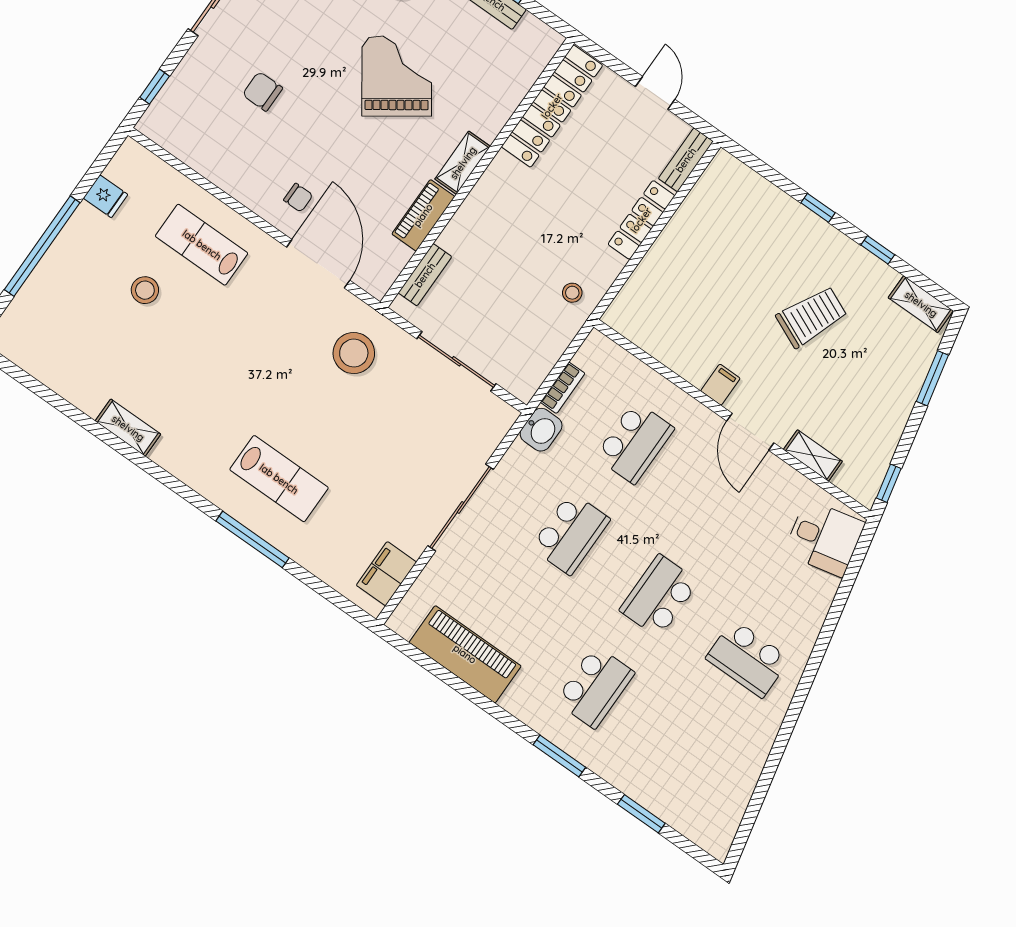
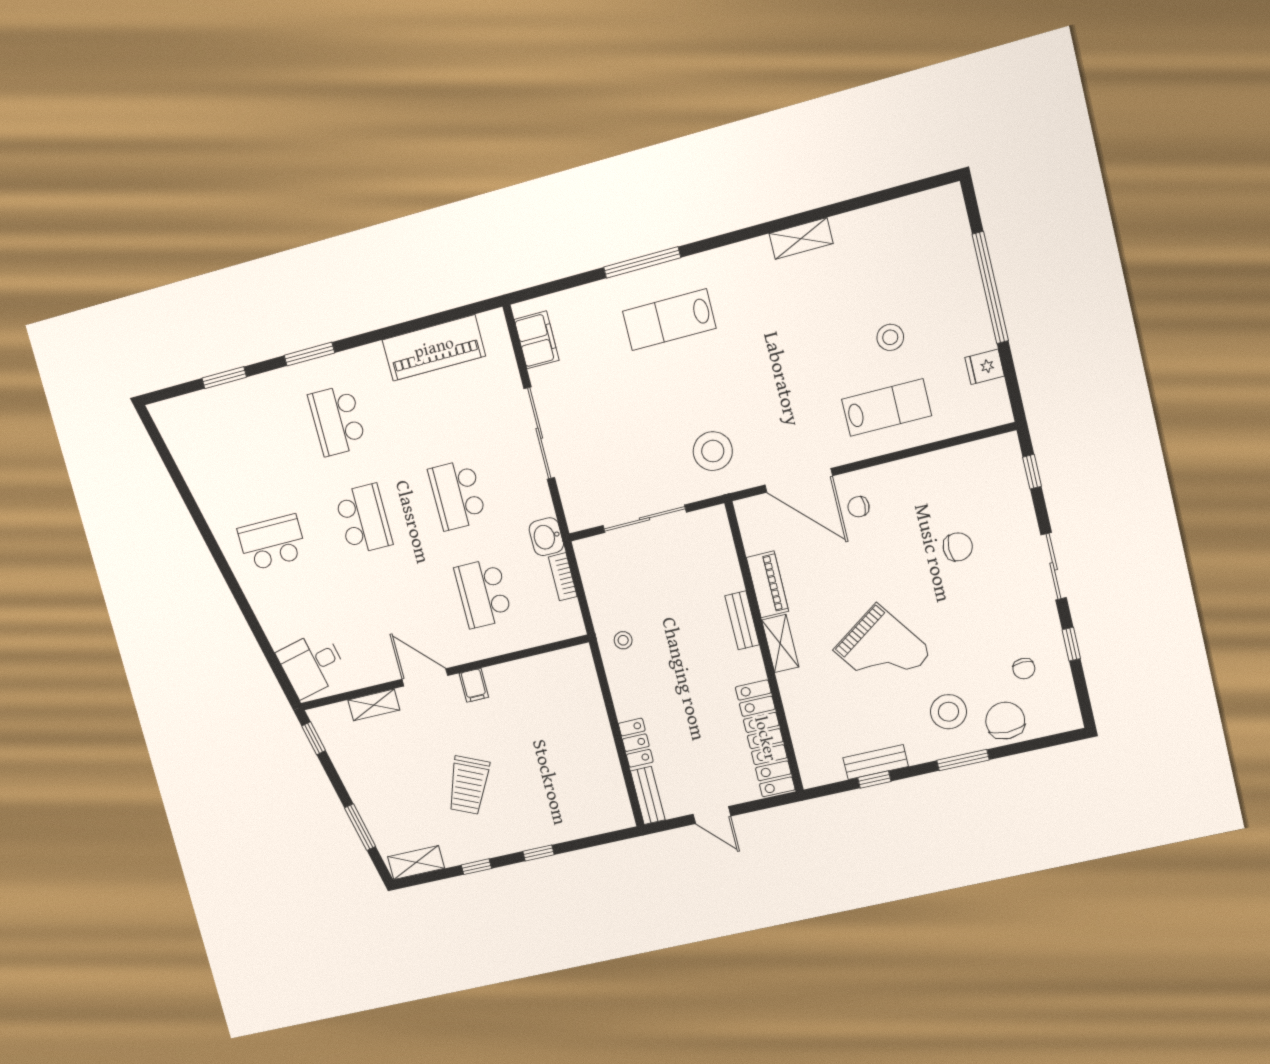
locker: (641, 220) -> (636, 743), width x0.66
bench: (425, 275) -> (742, 620), moved

